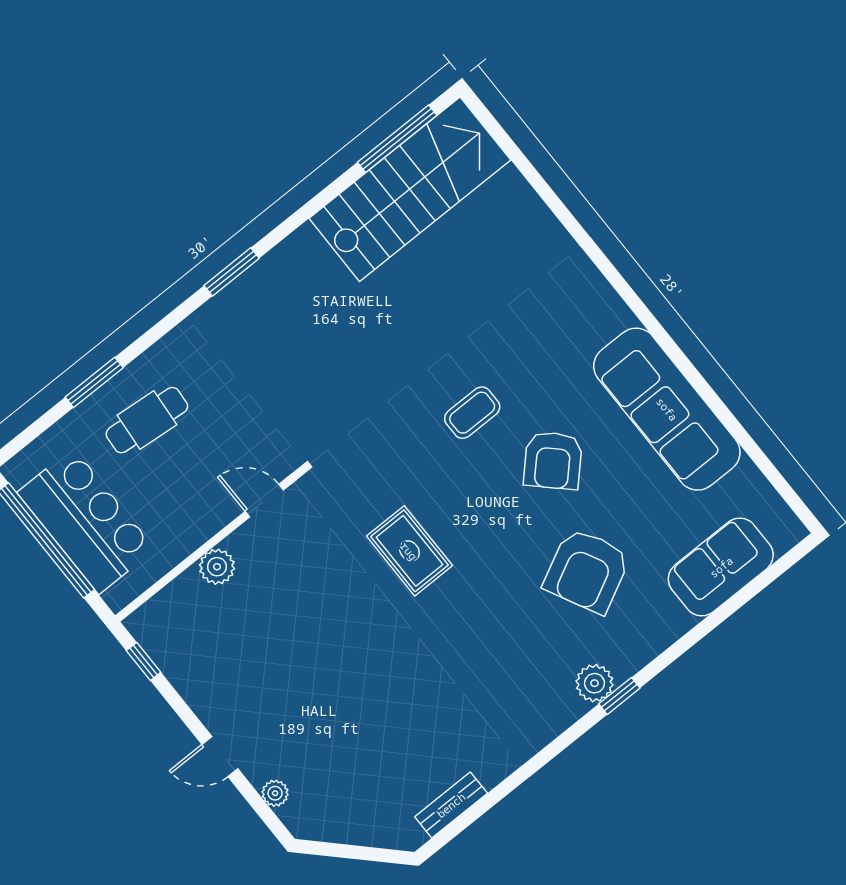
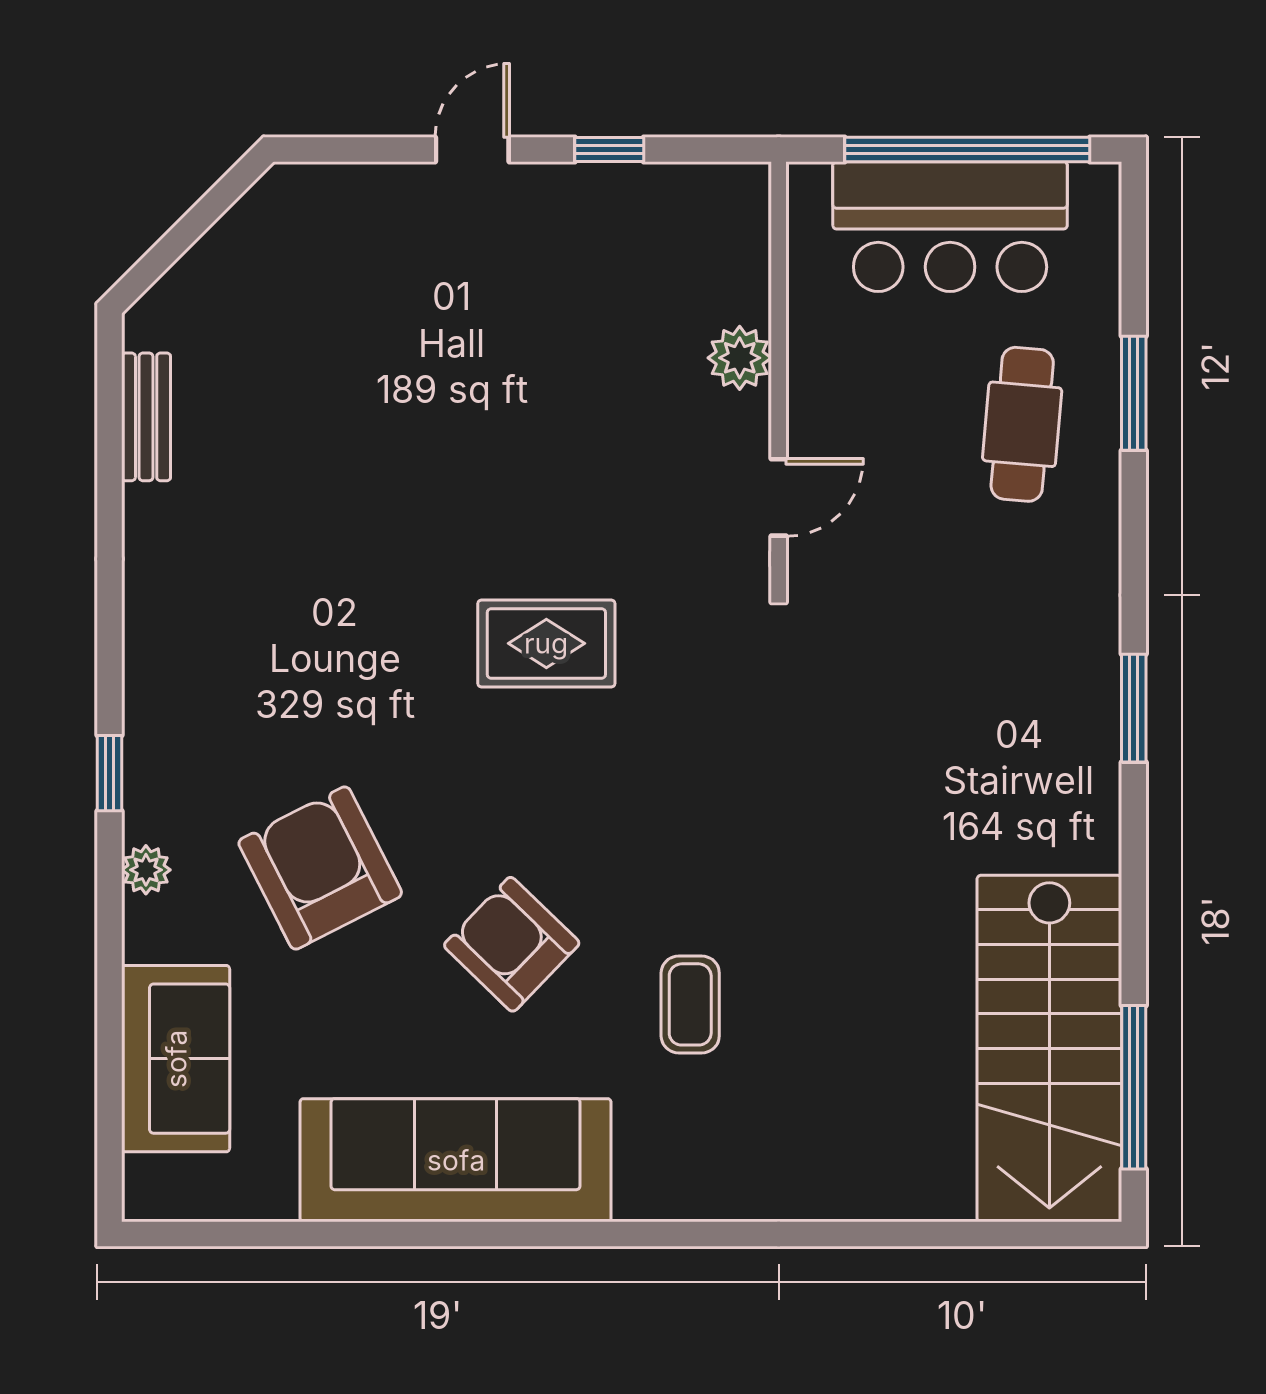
coffee table: (472, 413) -> (690, 1004), moved
window: (144, 661) -> (609, 149), moved
plant: (595, 683) -> (146, 870), moved, width x0.73, depth x0.73
plant: (275, 793) -> (359, 185), removed

